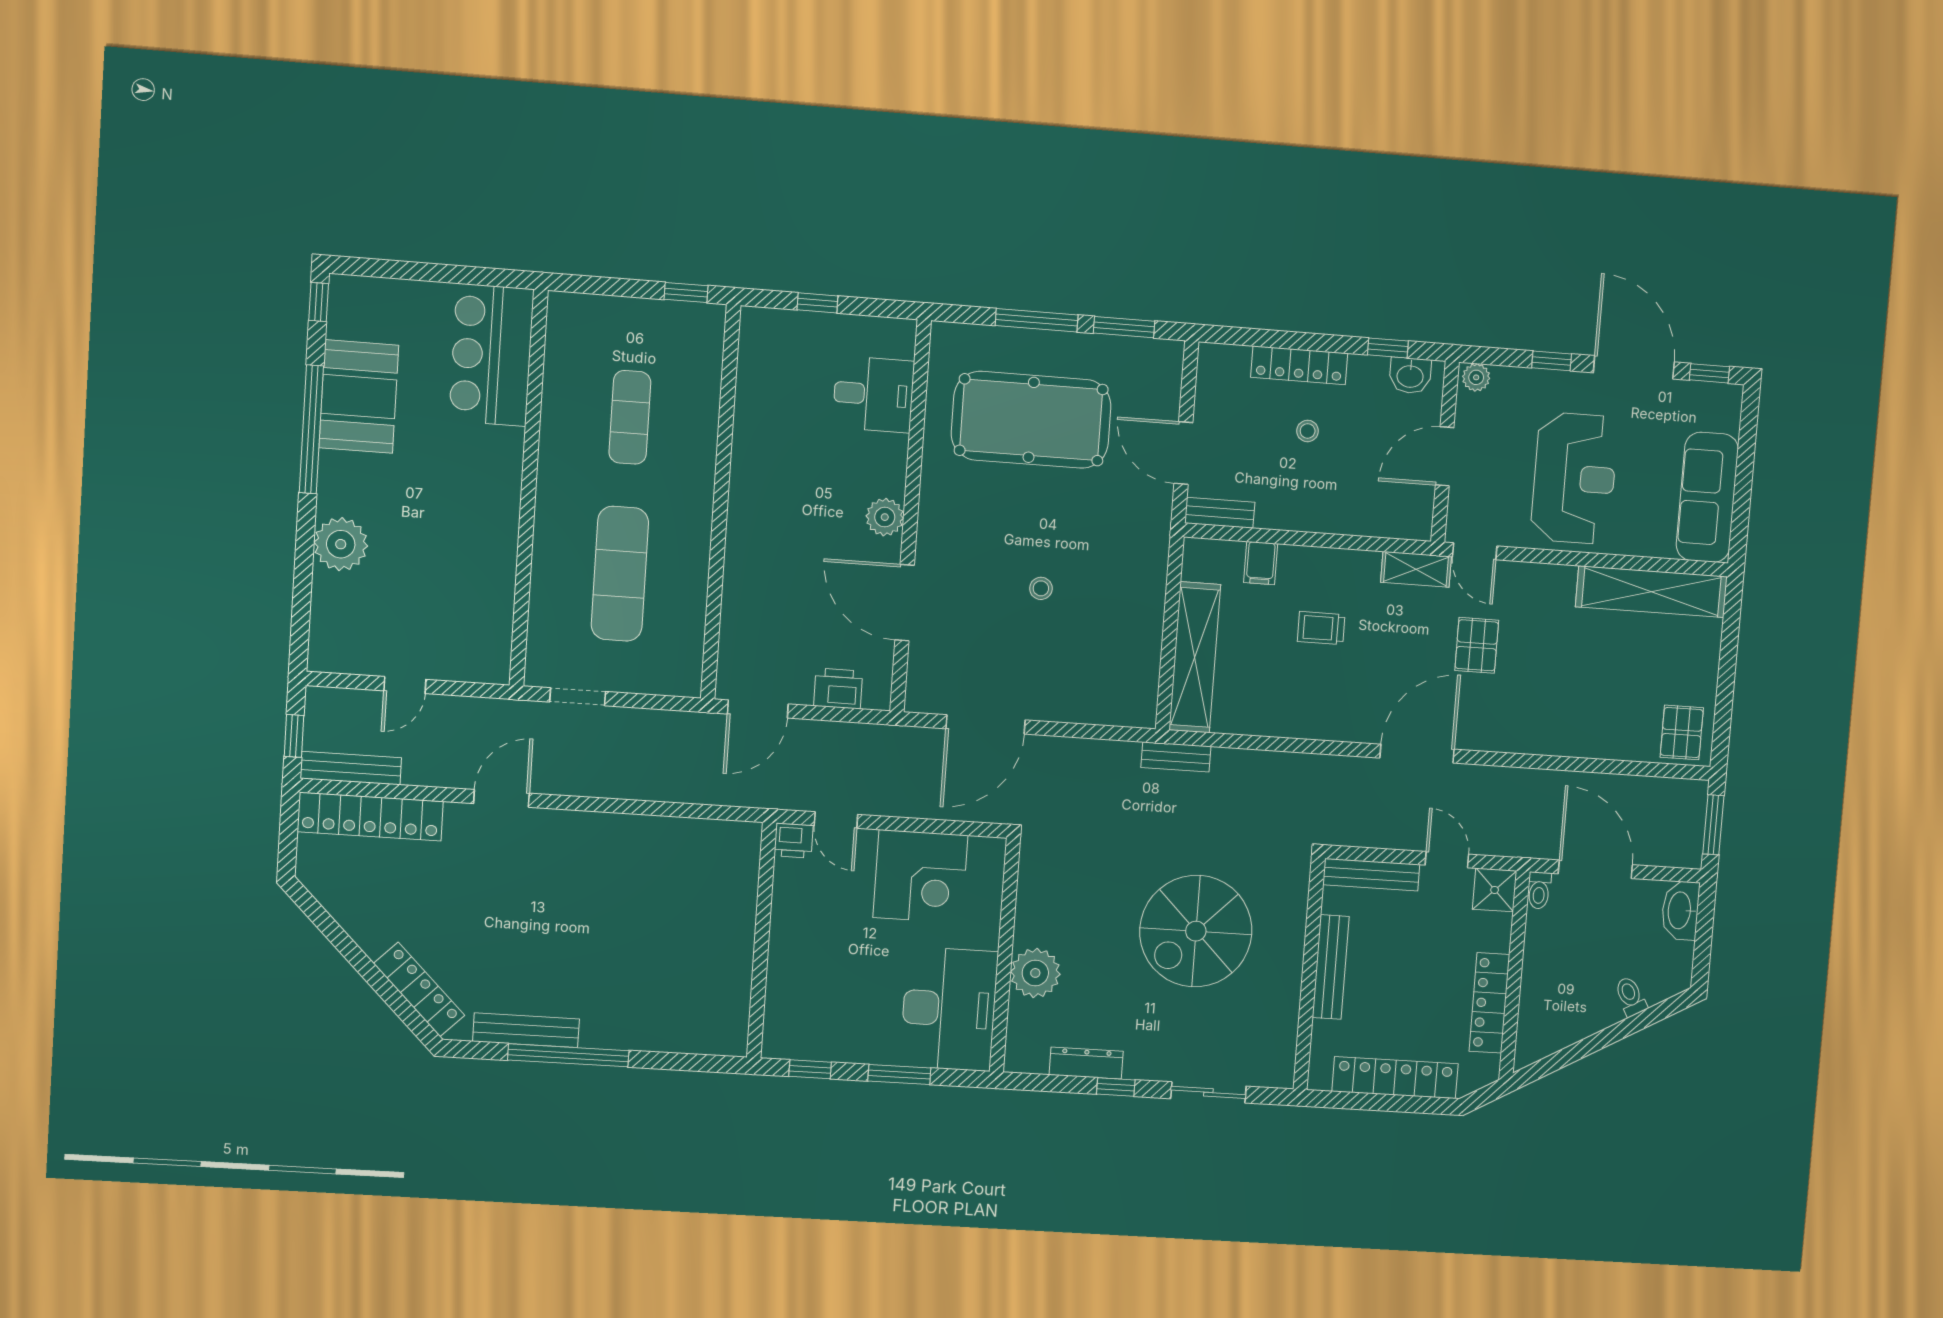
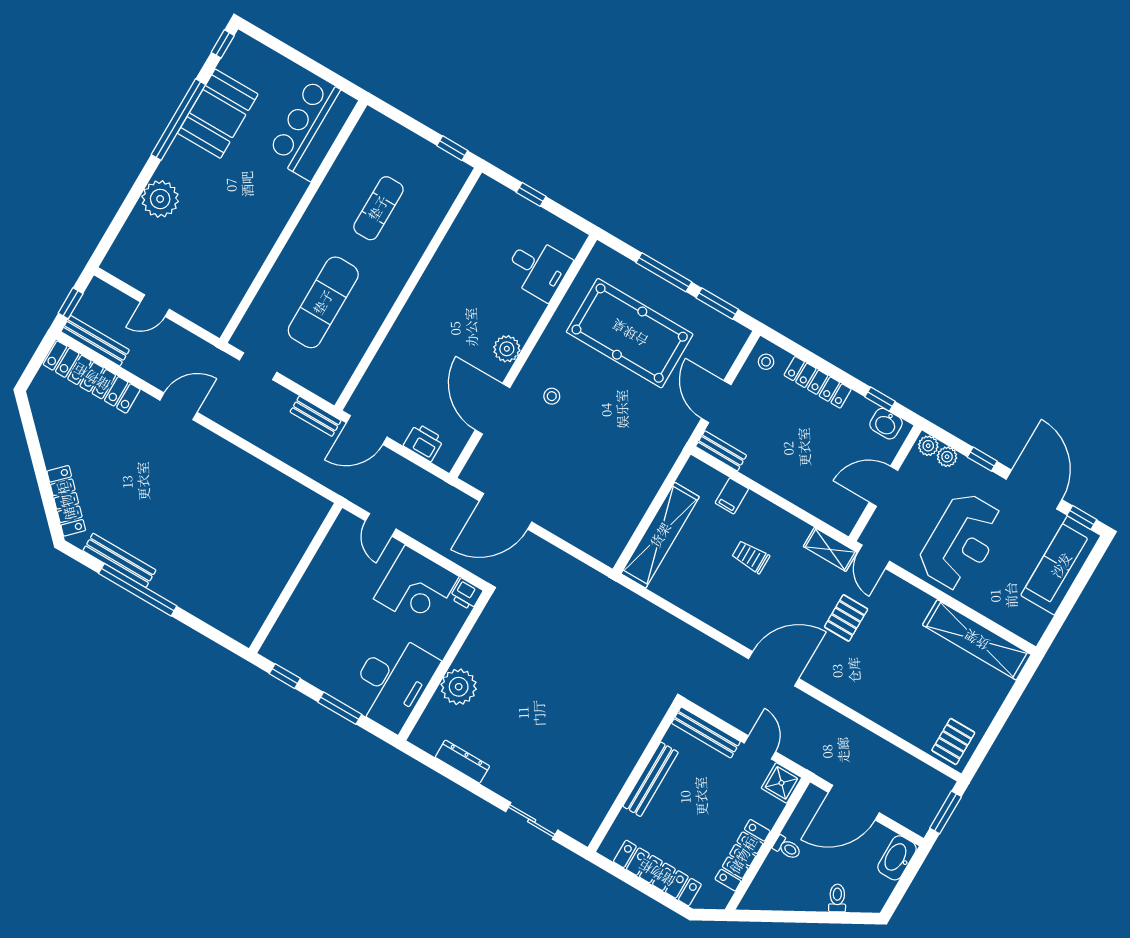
plant: (1506, 380) -> (947, 457), added
stool: (1308, 431) -> (766, 362), moved
sofa: (1707, 497) -> (1061, 565), moved
stool: (1041, 588) -> (552, 396), moved
bench: (1176, 757) -> (316, 416), moved
printer: (794, 841) -> (466, 594), moved
door: (1595, 869) -> (854, 803), swing flipped
toilet: (1539, 890) -> (787, 848), moved, turned -90
spiral stairs: (1196, 931) -> (575, 712), removed
window: (1116, 1087) -> (474, 787), removed

